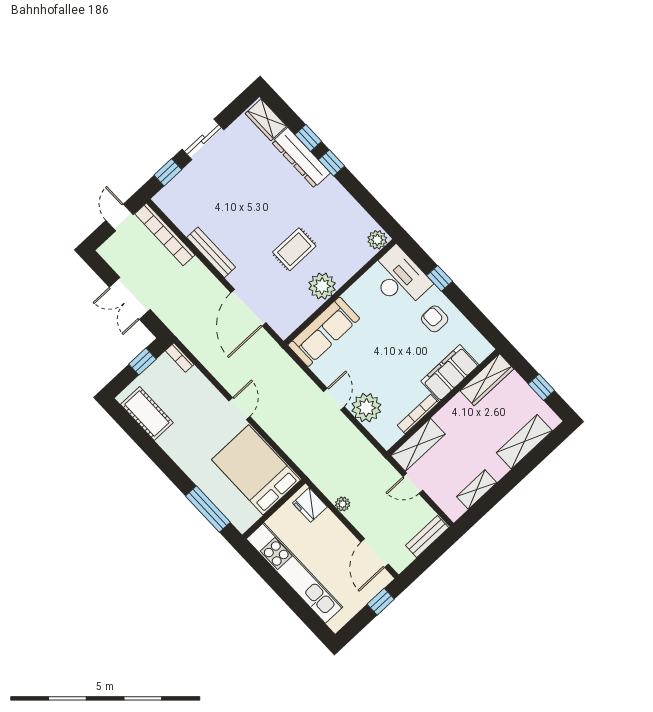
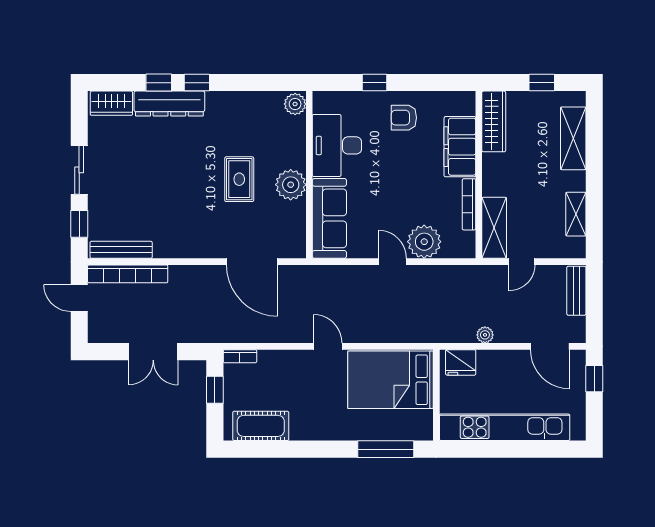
bench: (211, 252) -> (121, 250), moved
desk: (399, 278) -> (337, 145), moved, turned -90

